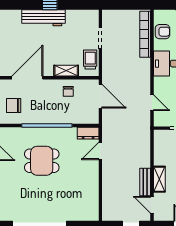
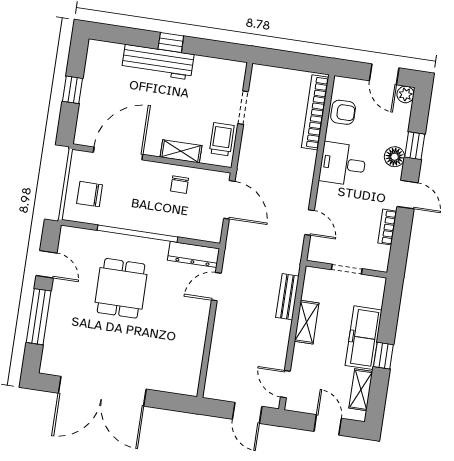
dresser: (88, 133) -> (194, 254), width x1.44
dining table: (42, 161) -> (121, 288), turned 90
shelving: (159, 179) -> (307, 322), moved
bench: (145, 182) -> (287, 297), moved

